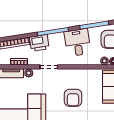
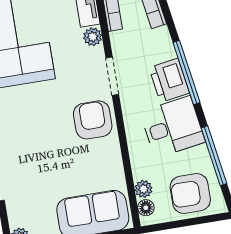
printer: (39, 43) -> (169, 80), moved
armchair: (73, 98) -> (93, 120), moved, turned 90

